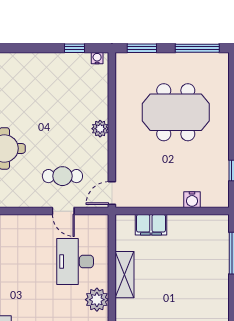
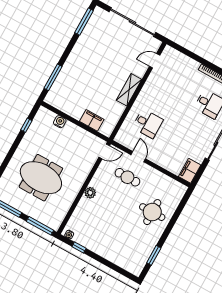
window: (142, 48) -> (40, 226), width x1.44
desk: (75, 262) -> (148, 124), width x0.73
shelving: (124, 275) -> (129, 90), moved
plant: (97, 300) -> (147, 94), removed

